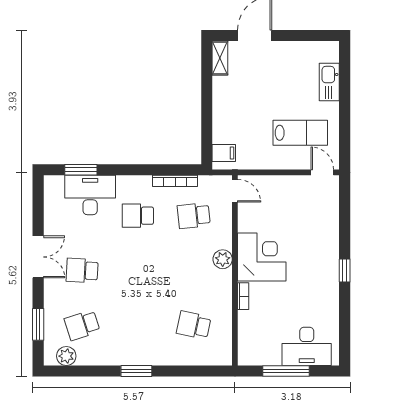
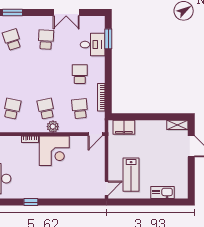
filing cabinet: (224, 153) -> (124, 127), width x2.00
desk: (90, 195) -> (93, 45), width x0.73
double door: (38, 257) -> (66, 12), moved
school desk: (194, 270) -> (46, 109), added
window: (345, 270) -> (31, 202), moved

